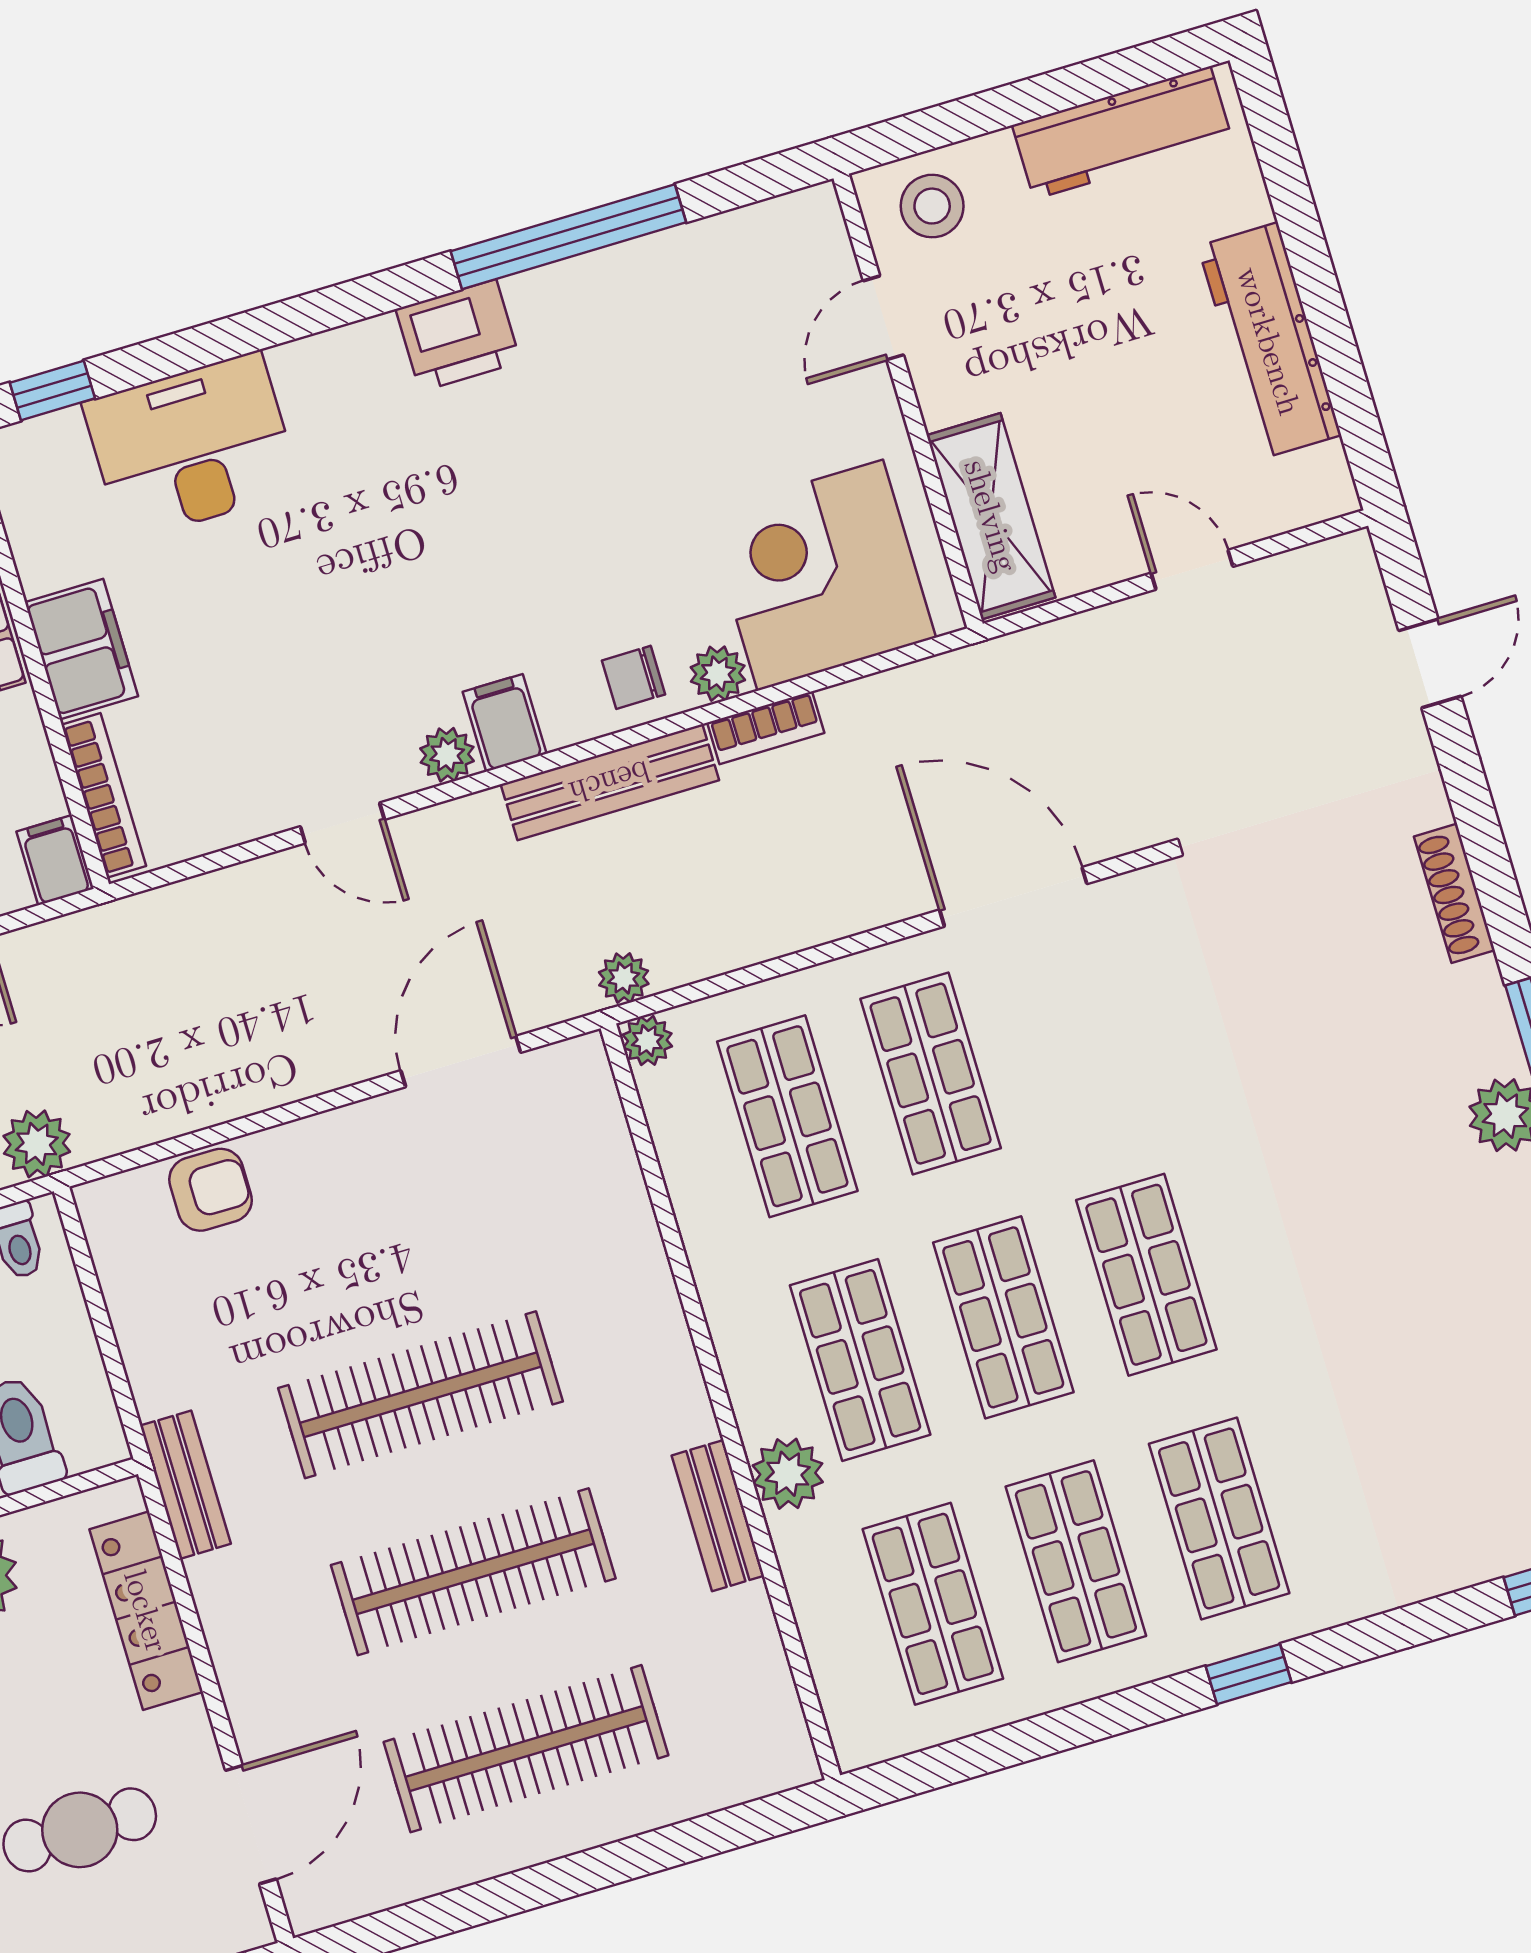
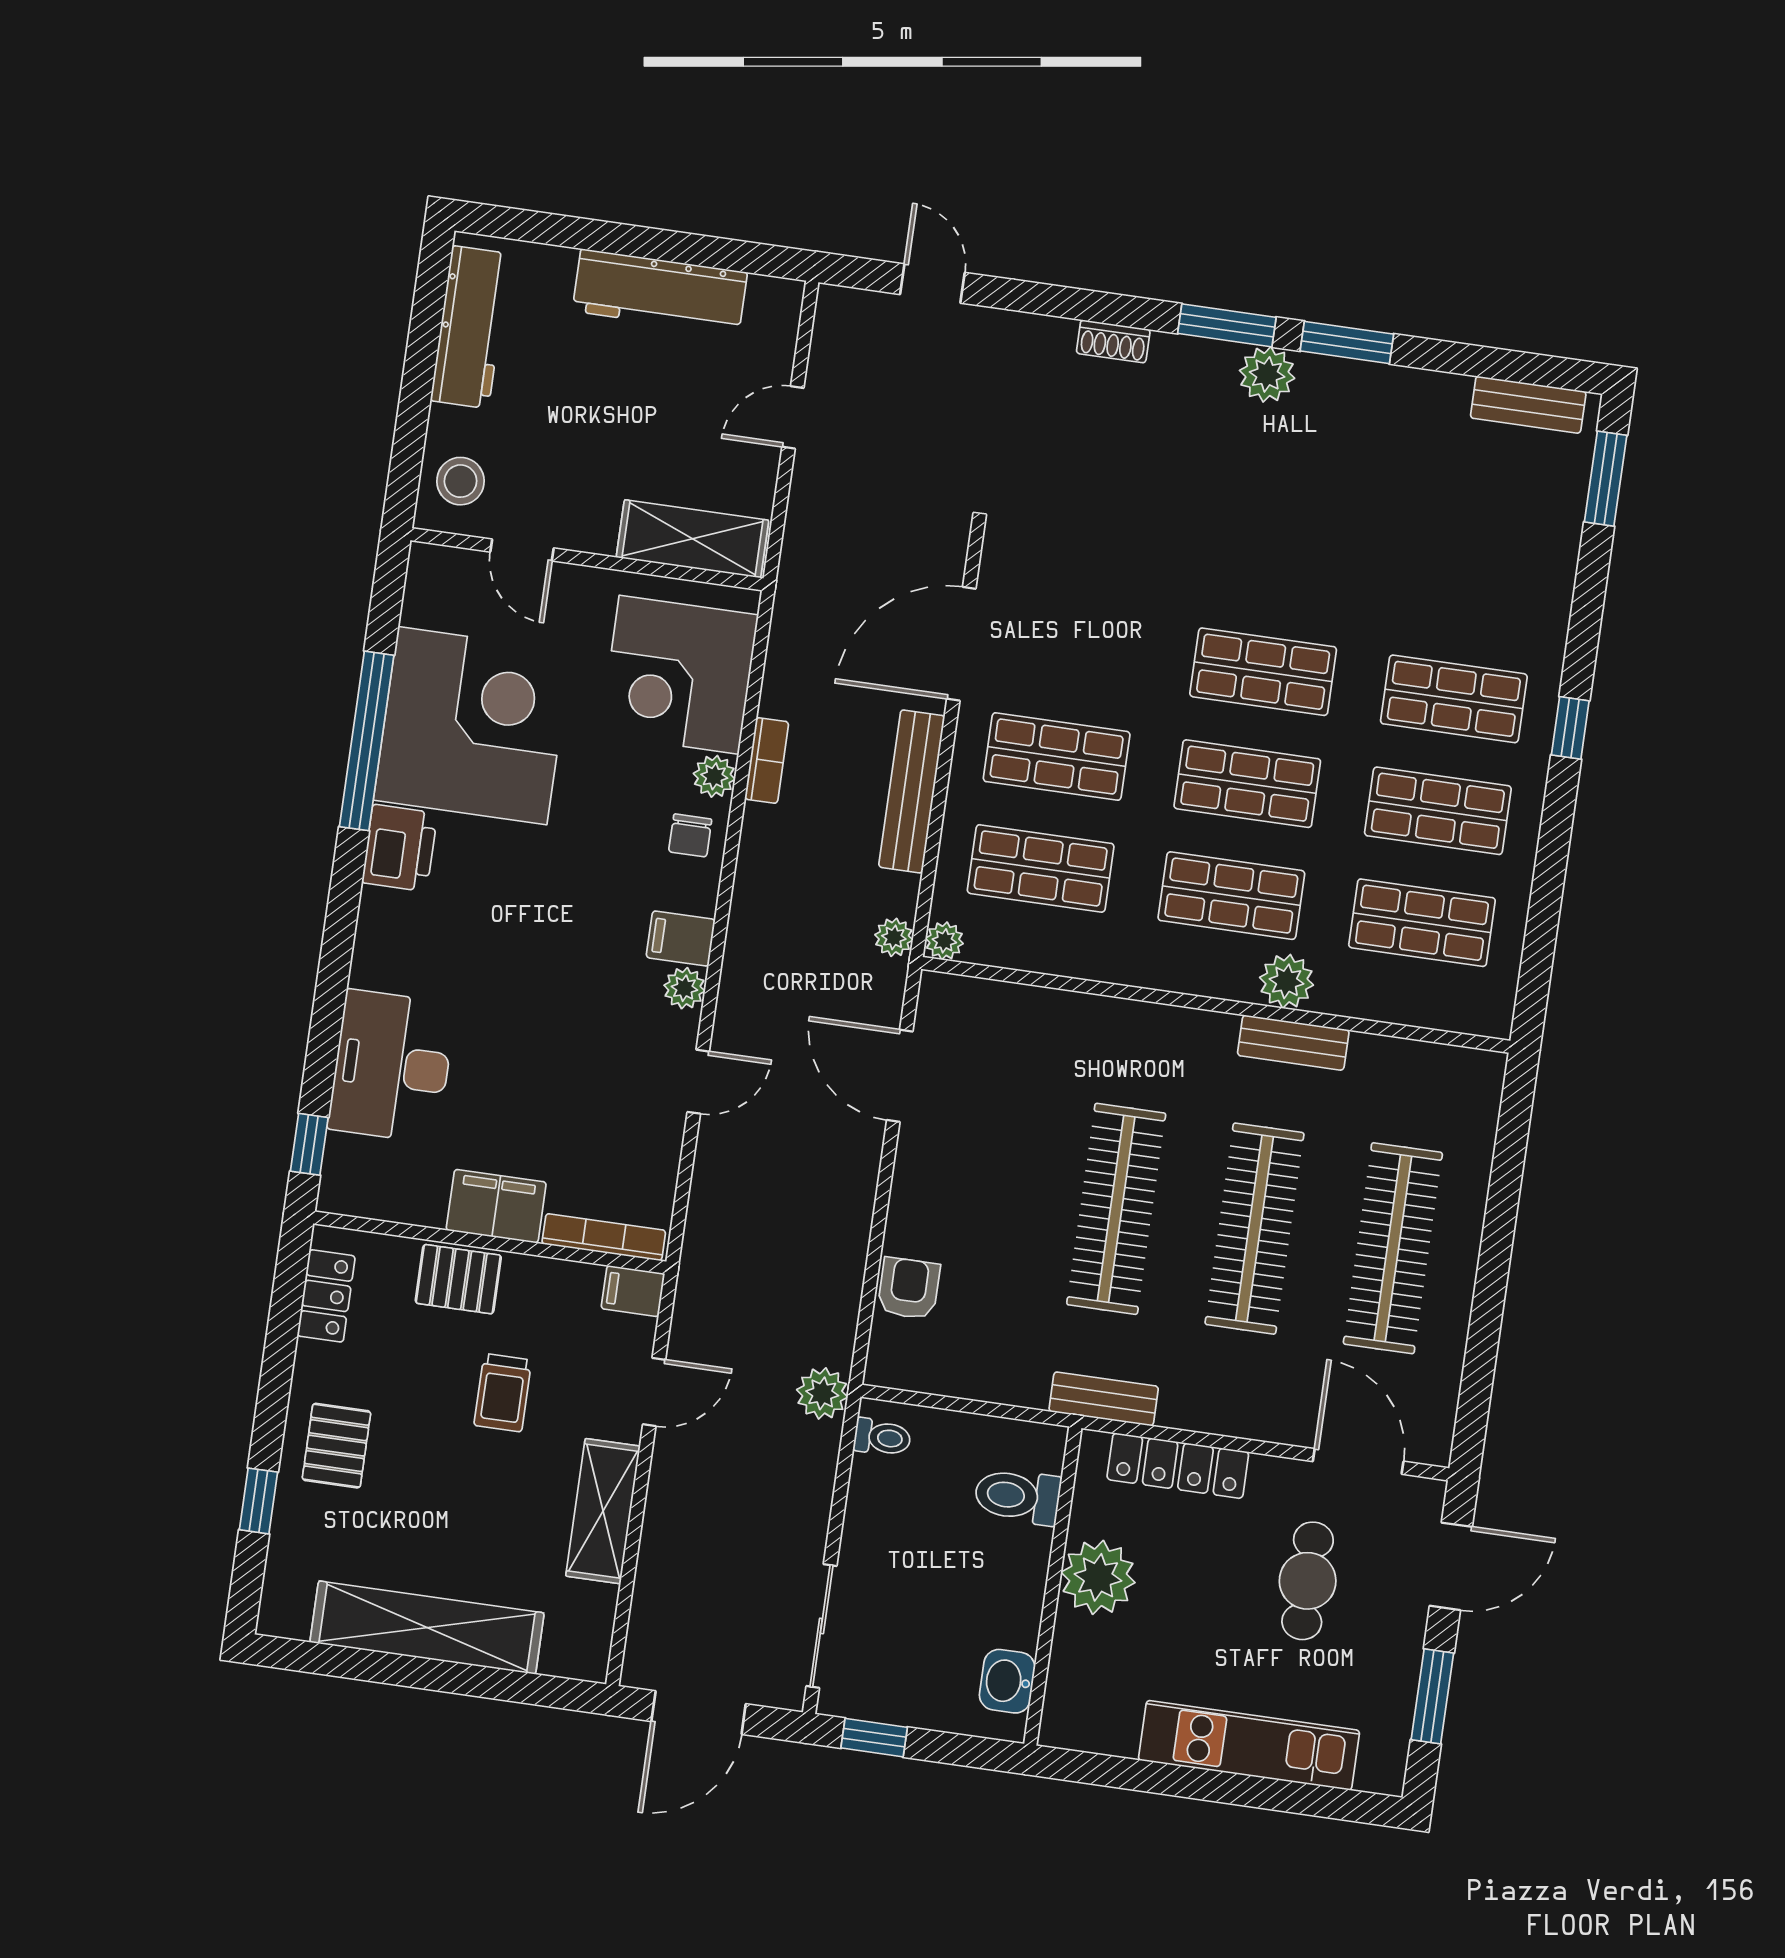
corner desk: (645, 355) -> (472, 726), added
bench: (610, 782) -> (912, 791), moved
shoe rack: (1454, 893) -> (1113, 341), width x0.70

